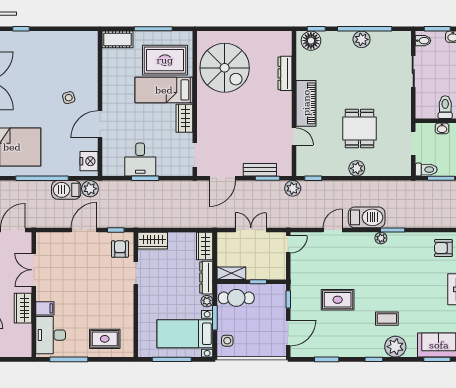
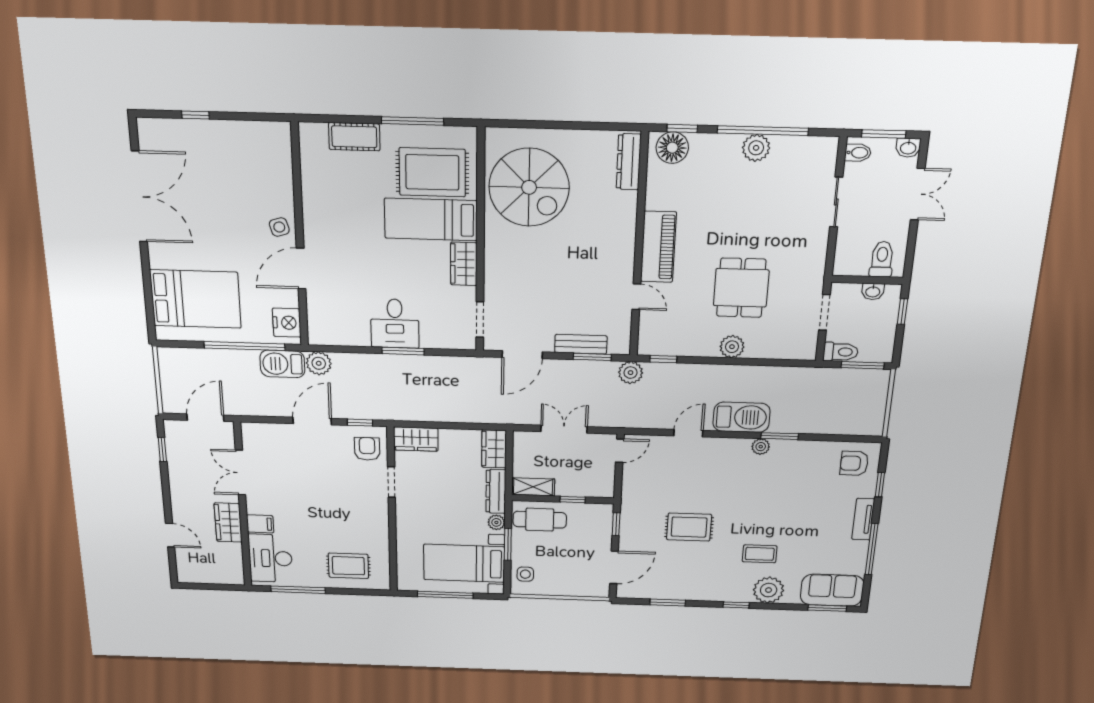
dresser: (285, 73) -> (629, 162), moved
wall: (100, 104) -> (300, 237), moved
door: (100, 124) -> (301, 268), moved
nightstand: (89, 161) -> (287, 323), moved

